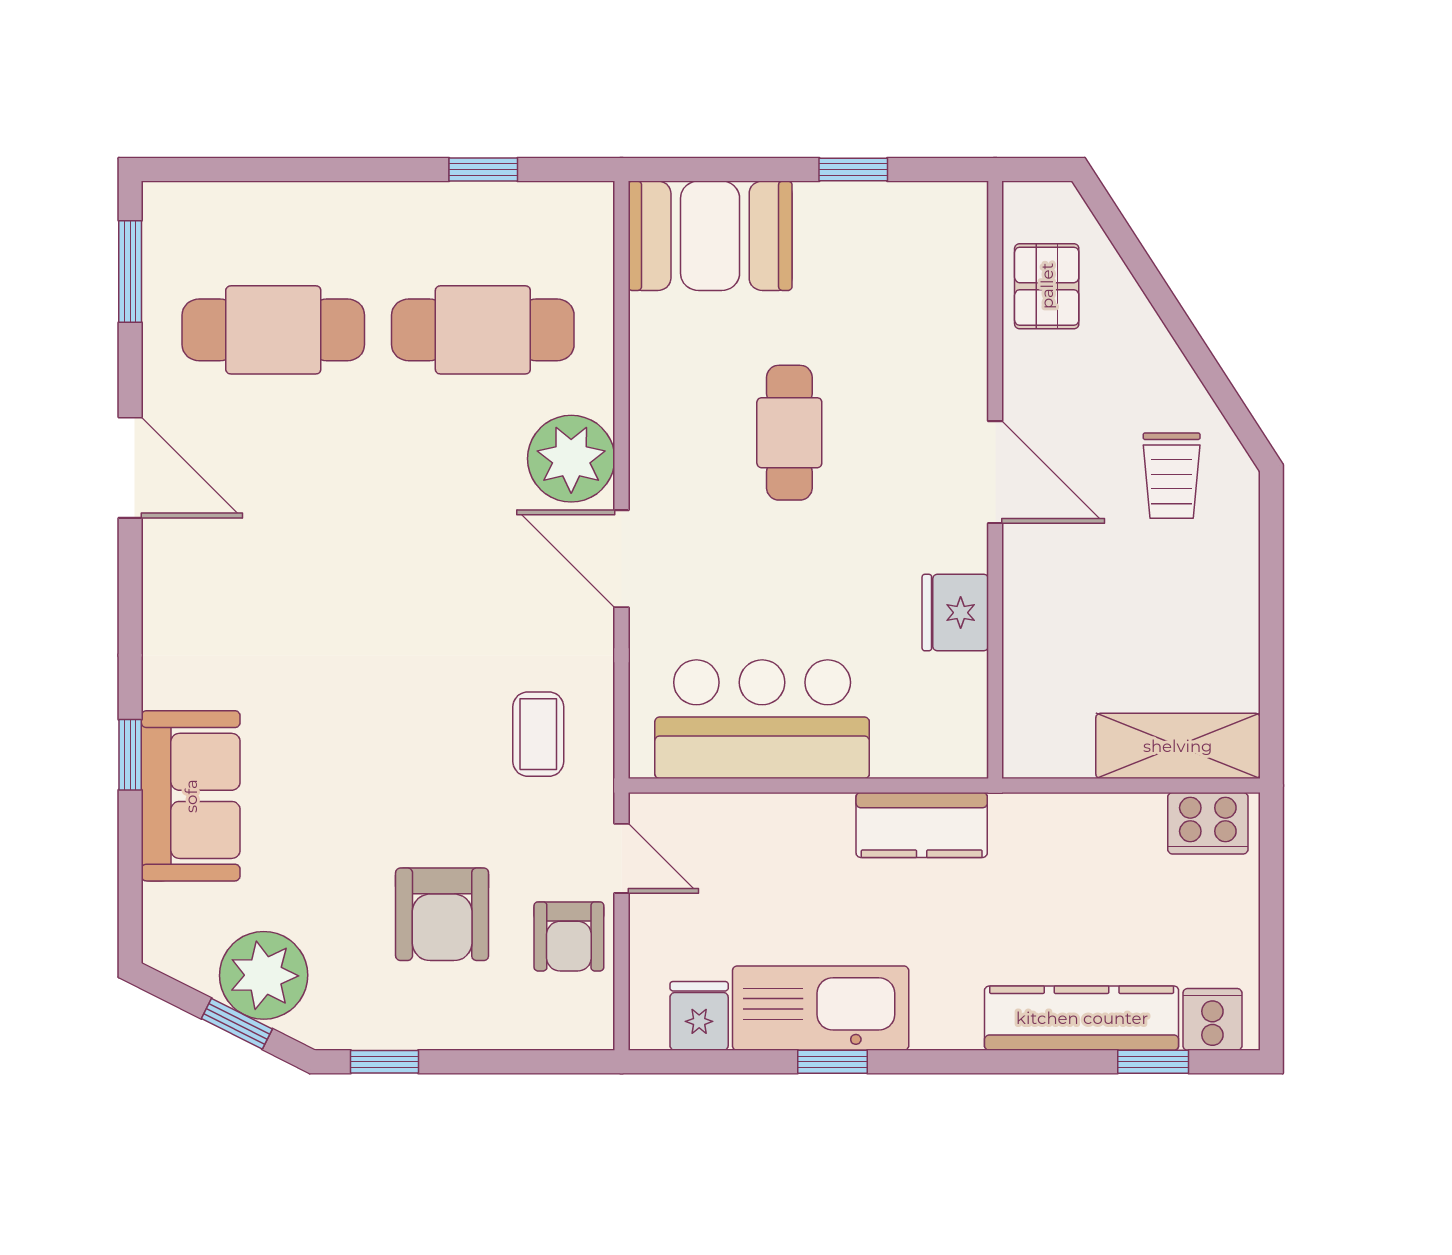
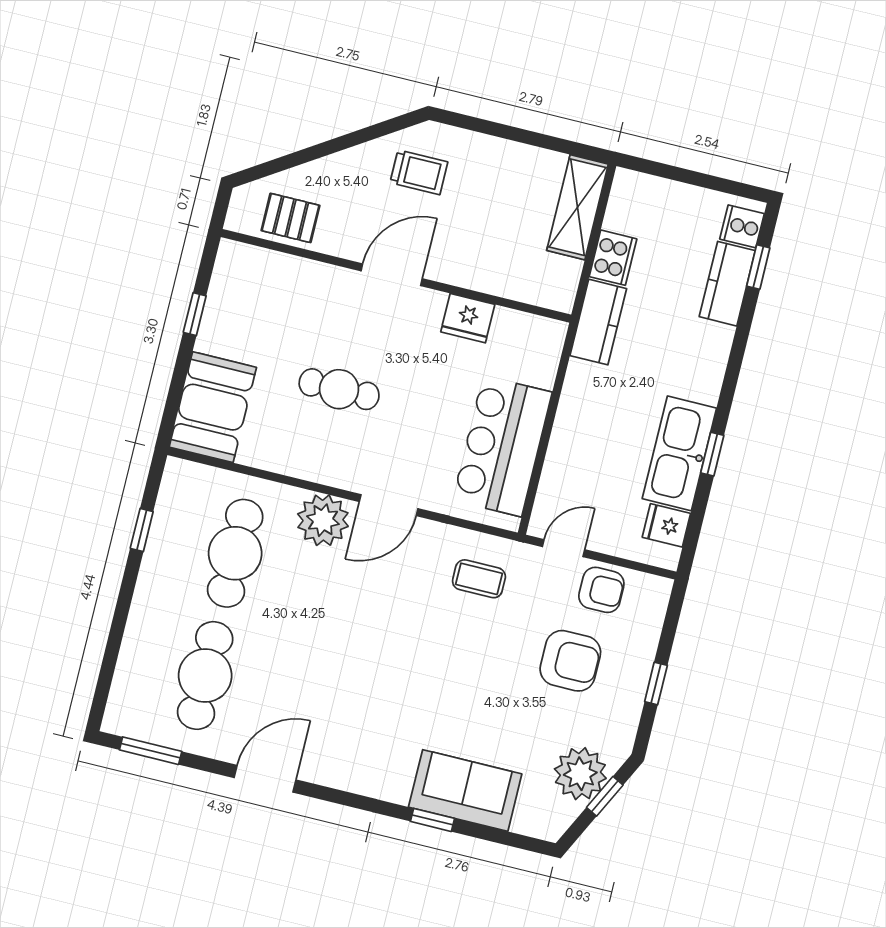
cooker: (1208, 823) -> (613, 258), moved
kitchen counter: (922, 825) -> (598, 322), moved
kitchen counter: (1082, 1018) -> (727, 284), width x0.67
window: (384, 1062) -> (656, 683), moved

